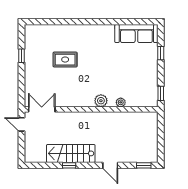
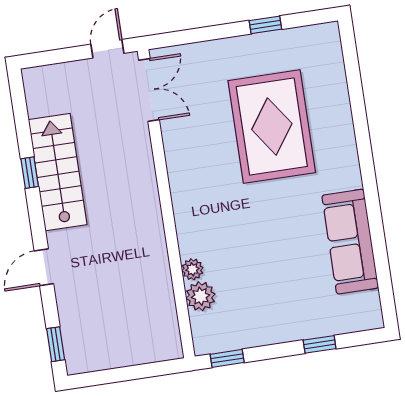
sofa: (136, 34) -> (350, 242), moved
rug: (65, 60) -> (272, 127), width x1.86, depth x2.06
plant: (101, 101) -> (201, 296), moved

